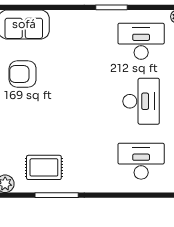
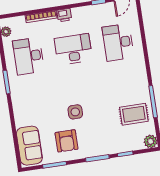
side table: (59, 91) -> (75, 112), added
rug: (44, 167) -> (134, 114), turned 90

